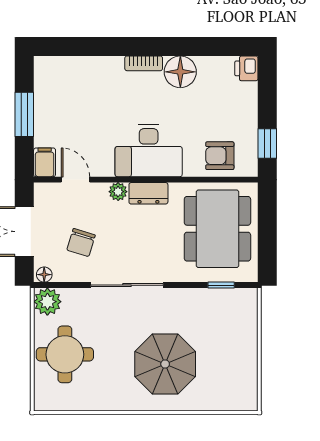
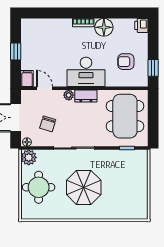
window: (24, 114) -> (16, 51), width x0.67
armchair: (220, 156) -> (126, 62), moved
parasol: (165, 364) -> (84, 187), moved

